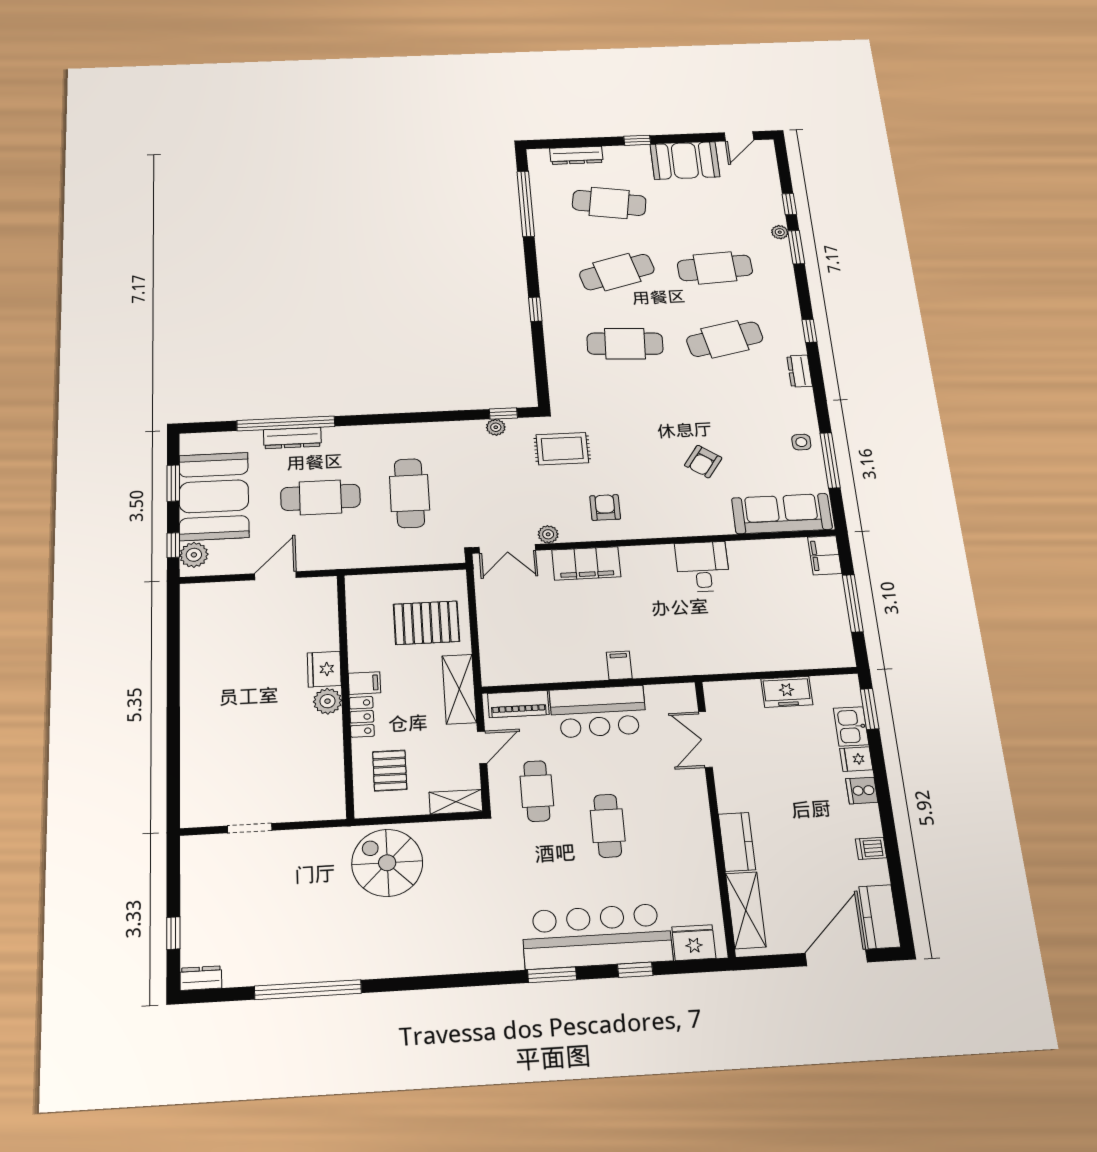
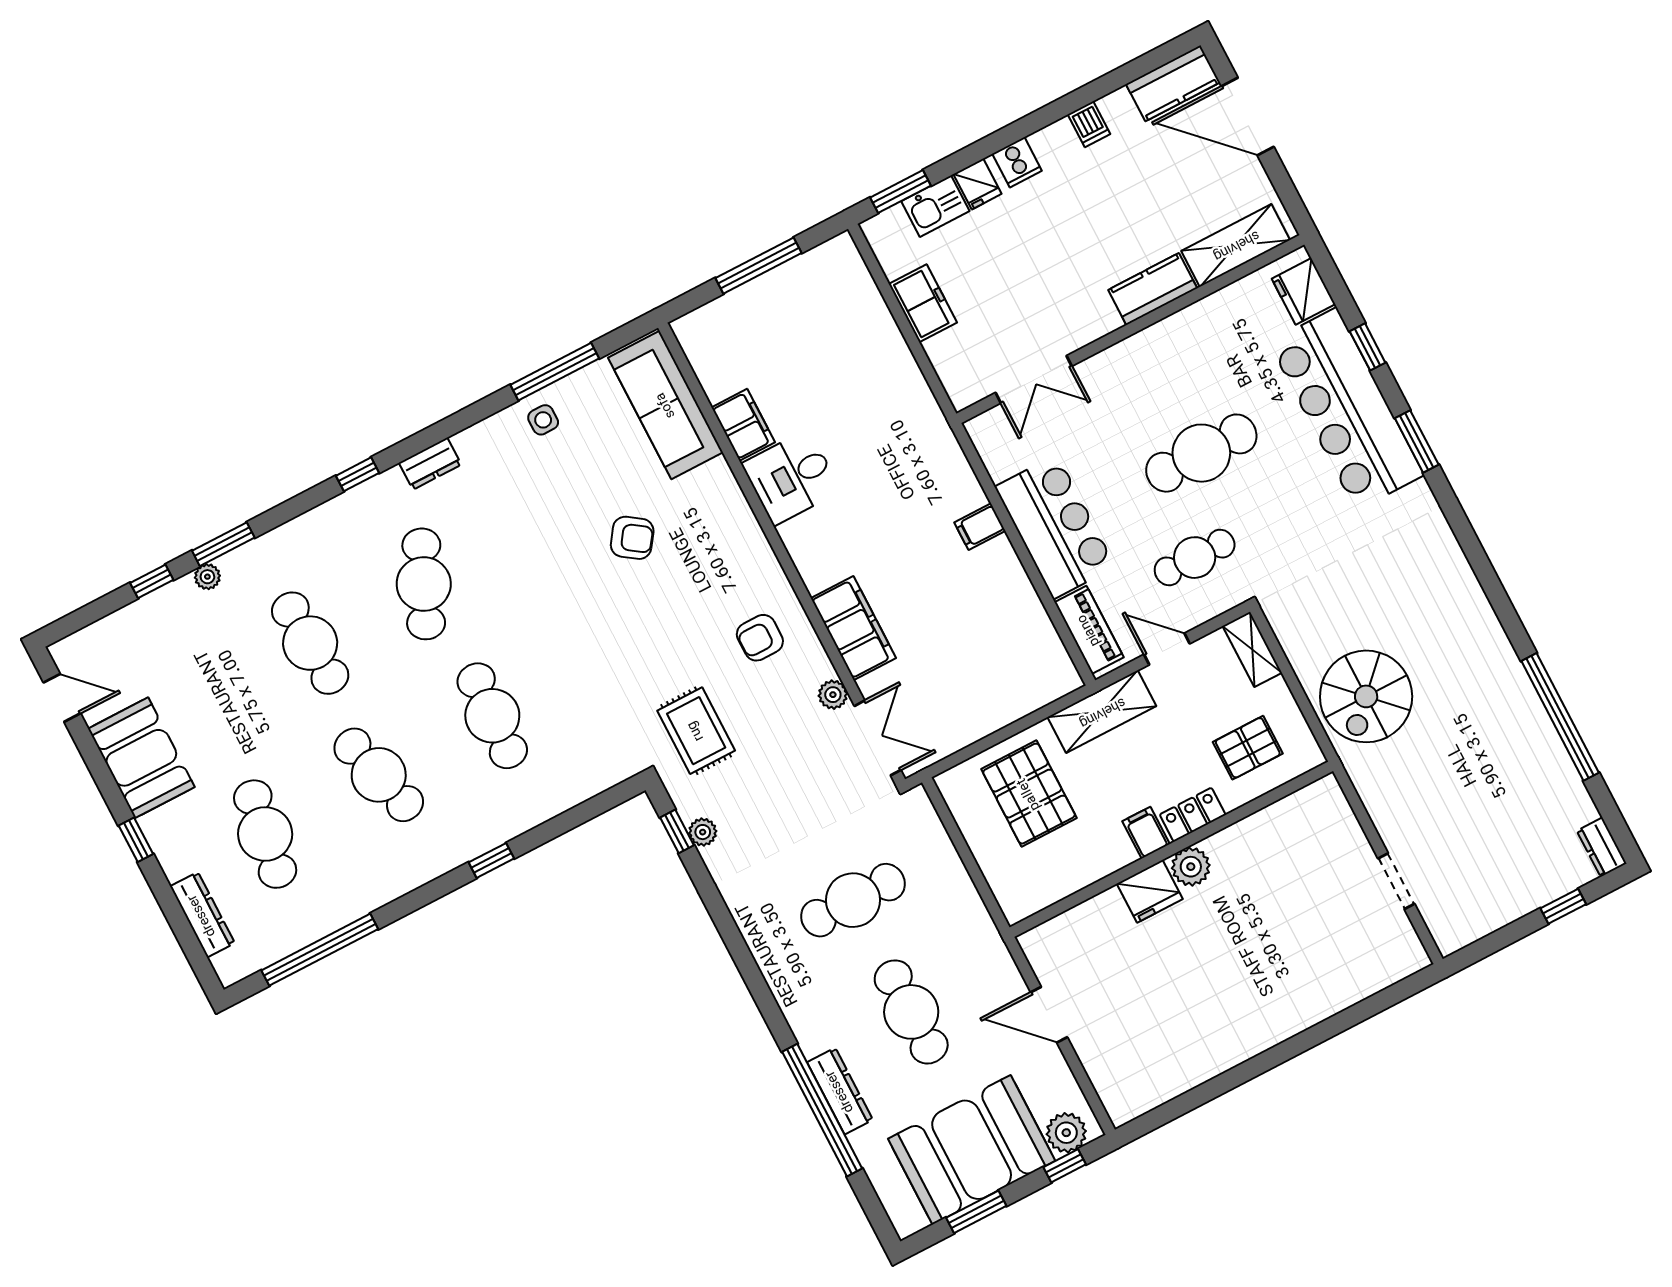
cafe table: (725, 339) -> (424, 584), turned 36
filing cabinet: (825, 555) -> (743, 425), moved, turned -90
cafe table: (608, 826) -> (1201, 453), width x1.37, depth x1.35

